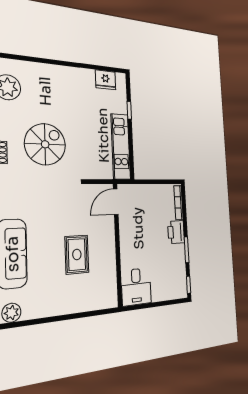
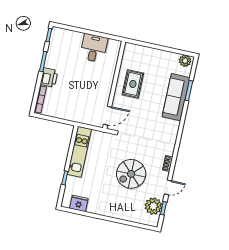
spiral stairs: (45, 144) -> (131, 174), moved
door: (116, 202) -> (108, 116), moved
wall: (117, 245) -> (114, 85), moved

